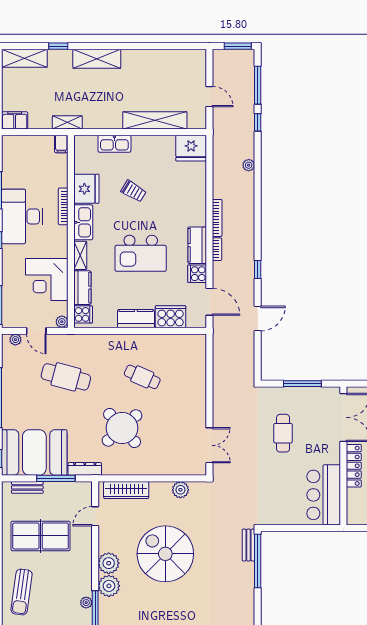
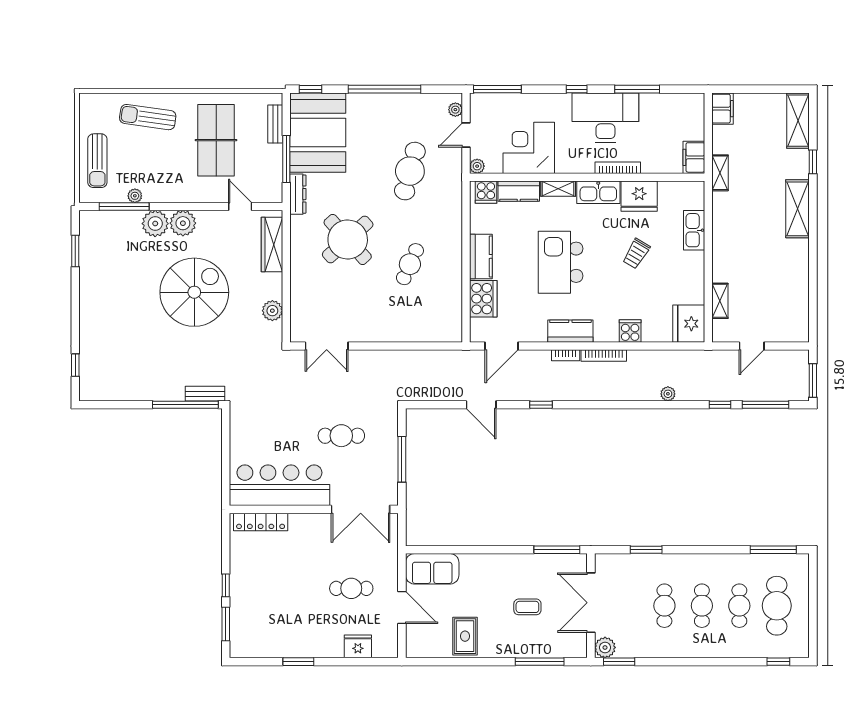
shelving: (155, 120) -> (720, 301), width x0.45, depth x0.75
filing cabinet: (61, 144) -> (694, 157), width x2.00
cooker: (197, 274) -> (630, 331), moved
locker: (354, 466) -> (261, 522), moved
bar counter: (324, 495) -> (279, 485), width x1.36

